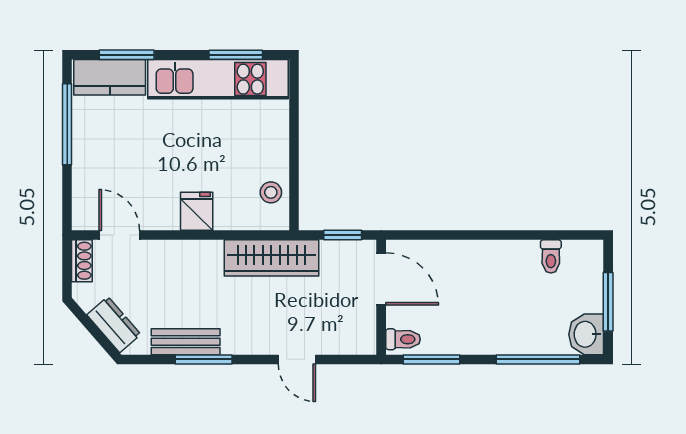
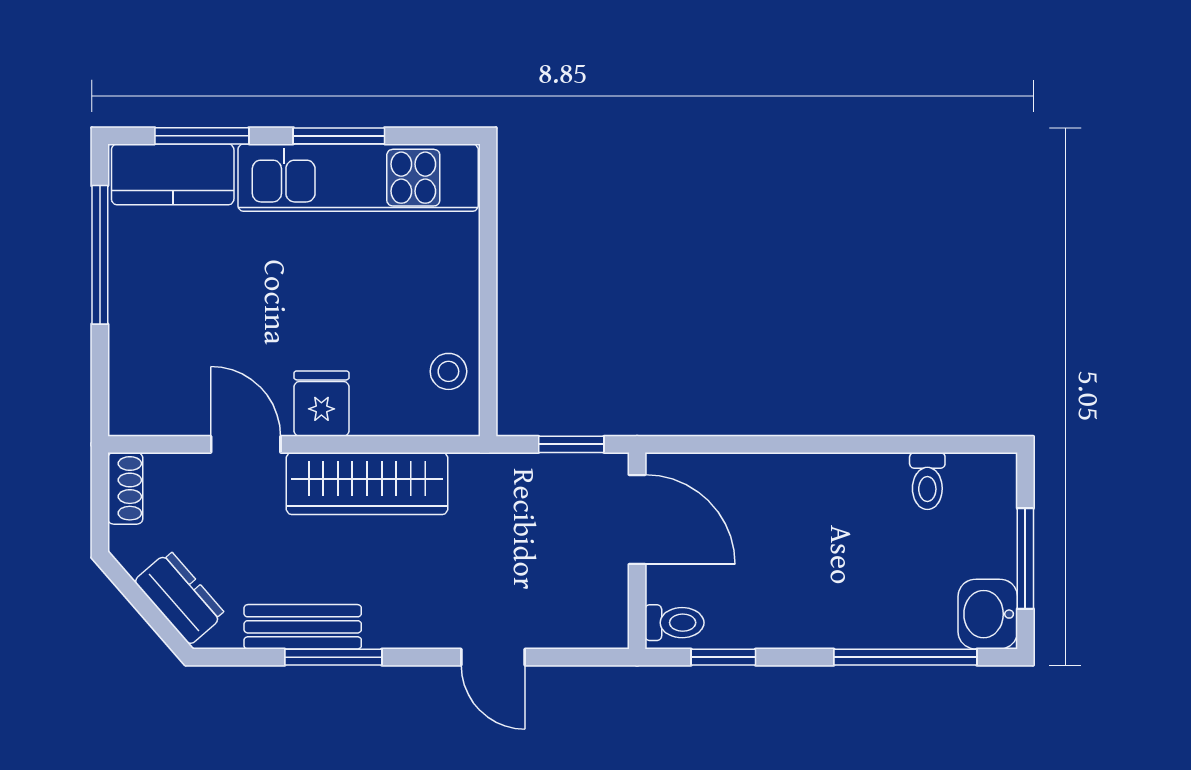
window: (236, 55) -> (339, 136), moved
door: (119, 235) -> (246, 444), moved
wardrobe: (271, 258) -> (367, 484), moved
window: (432, 359) -> (723, 657), width x0.67

